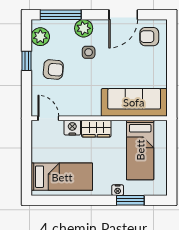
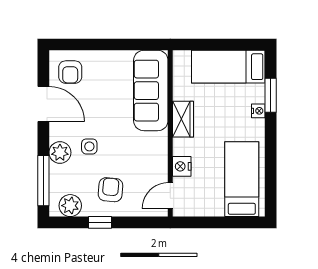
wardrobe: (96, 129) -> (183, 119), moved
bed: (140, 150) -> (228, 67), moved, turned 180

